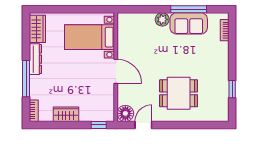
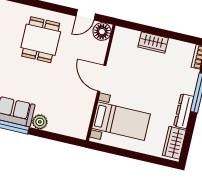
dining table: (179, 93) -> (41, 40), turned 90
wardrobe: (66, 114) -> (153, 42), moved
window: (99, 125) -> (133, 26), removed

